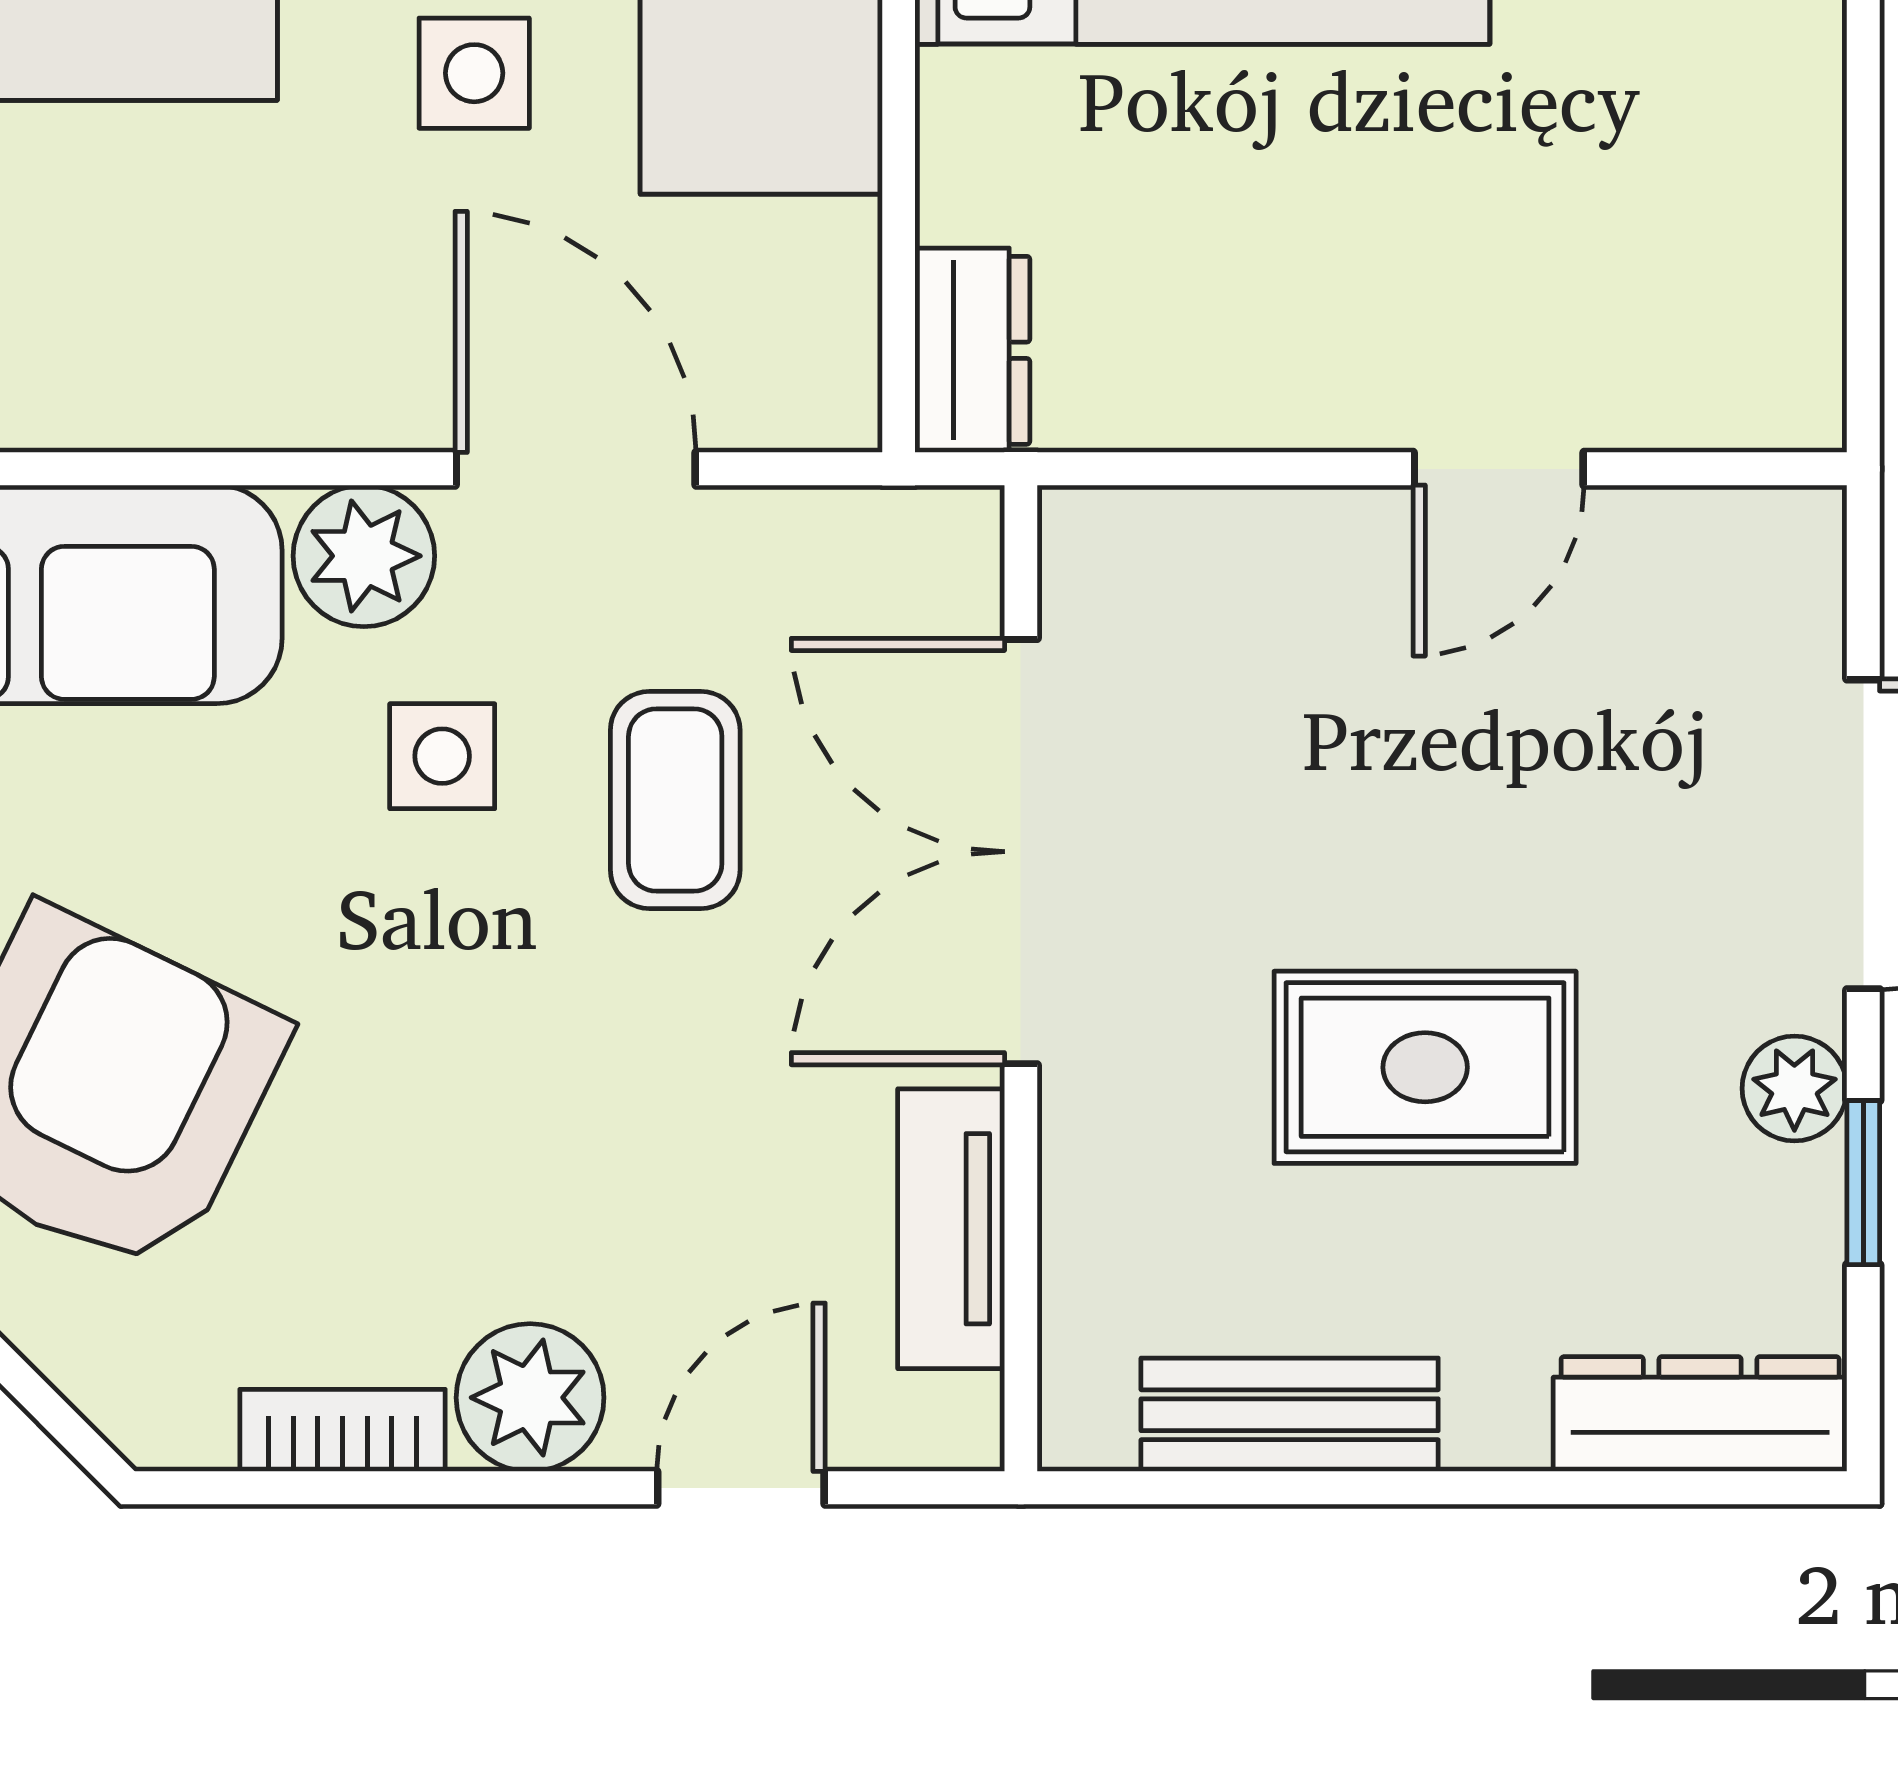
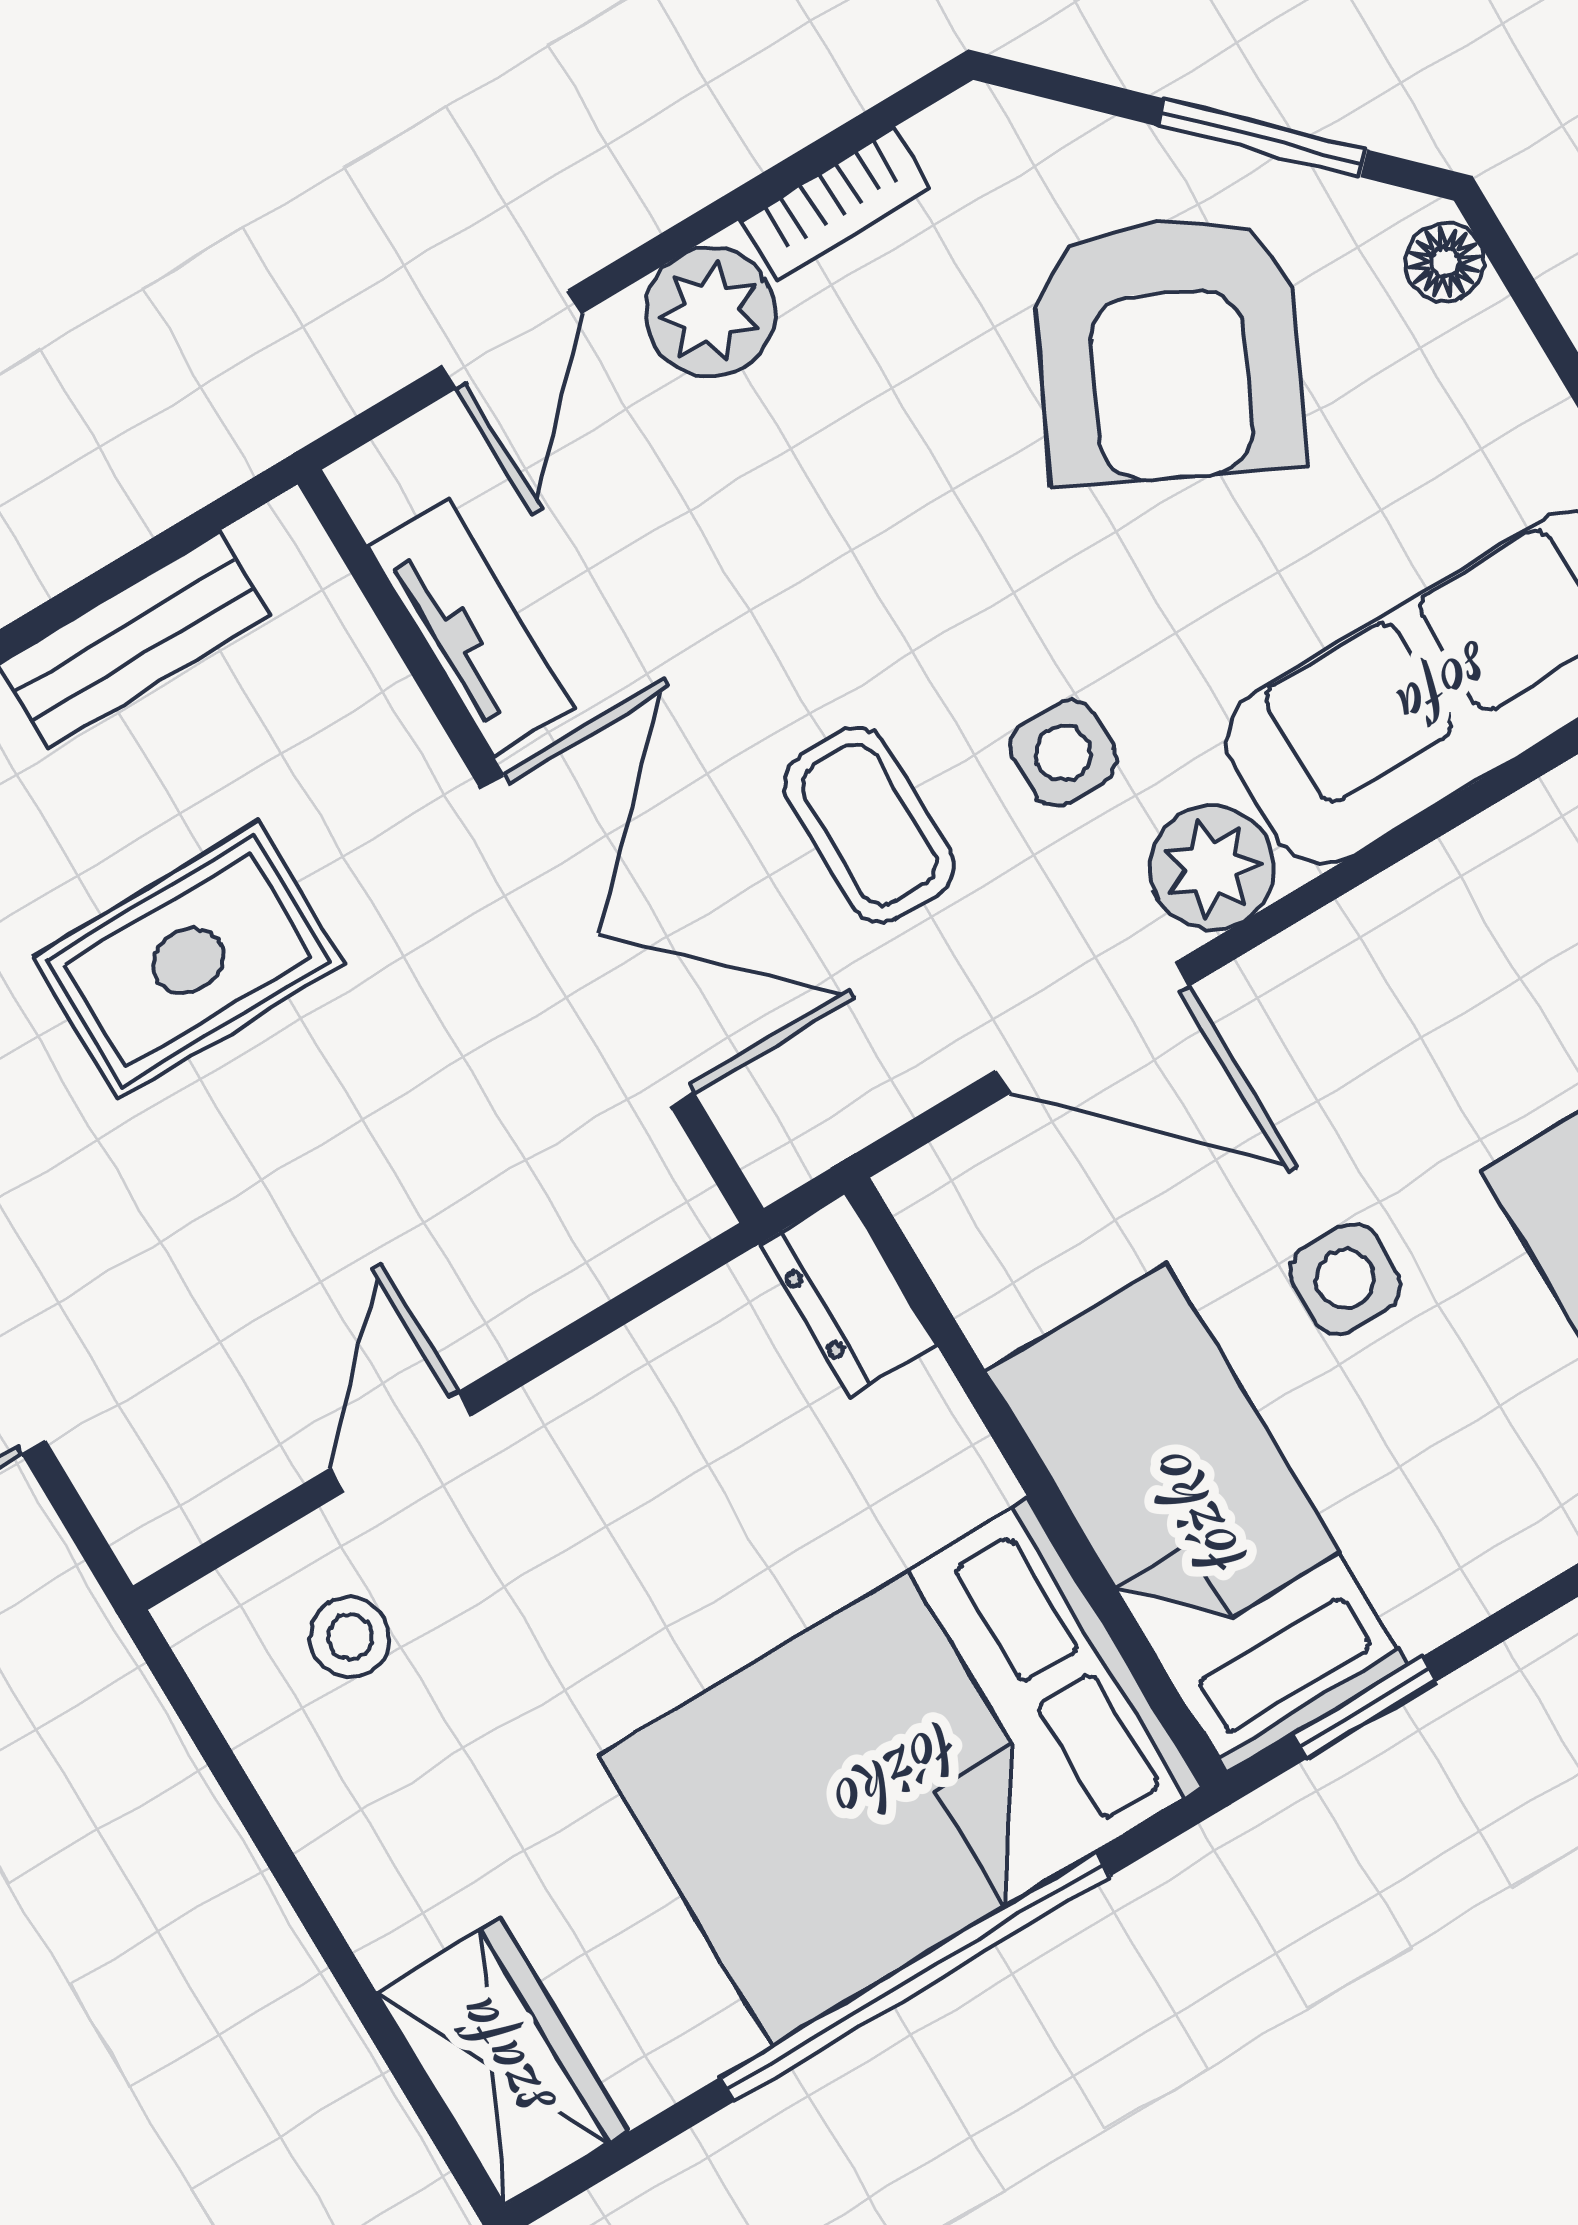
stool: (1664, 306) -> (350, 1637), added

